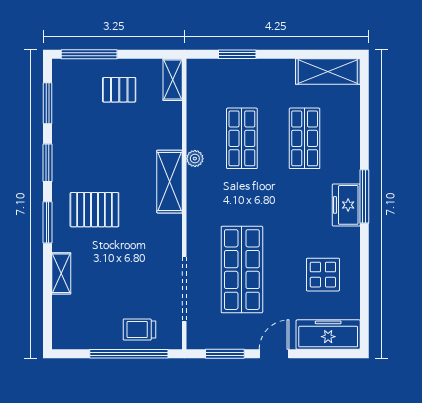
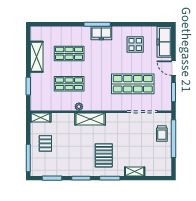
shelving: (328, 71) -> (37, 57), moved

